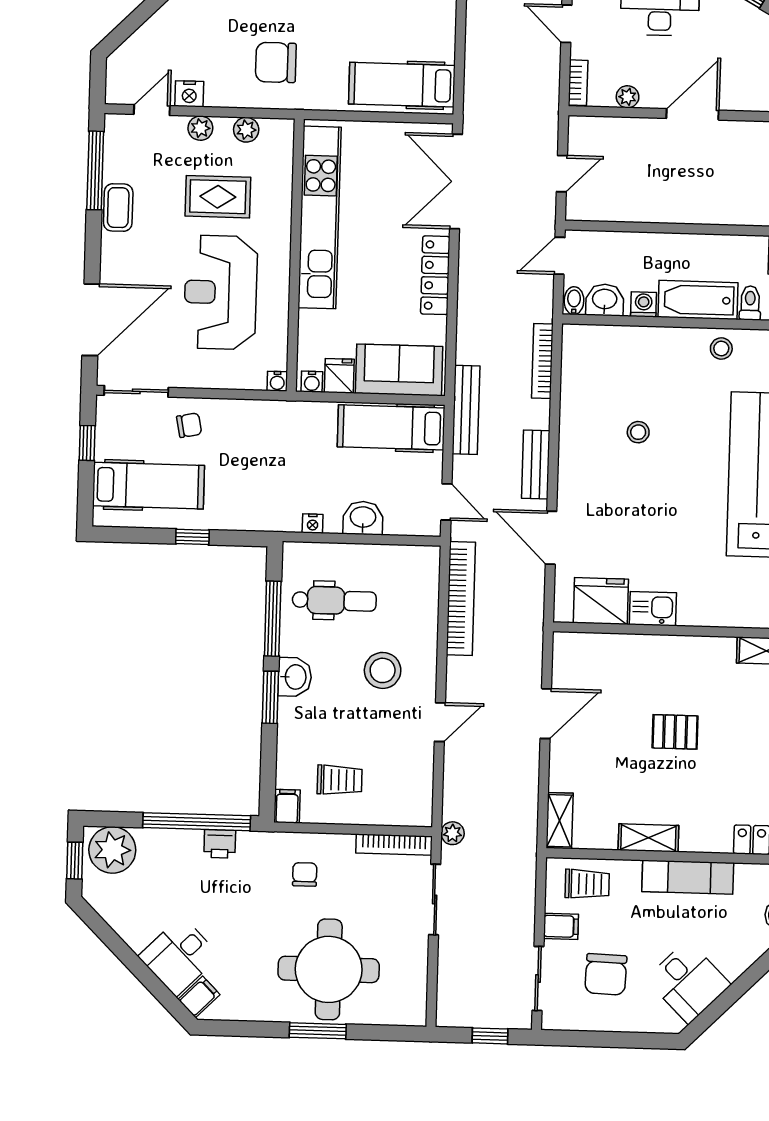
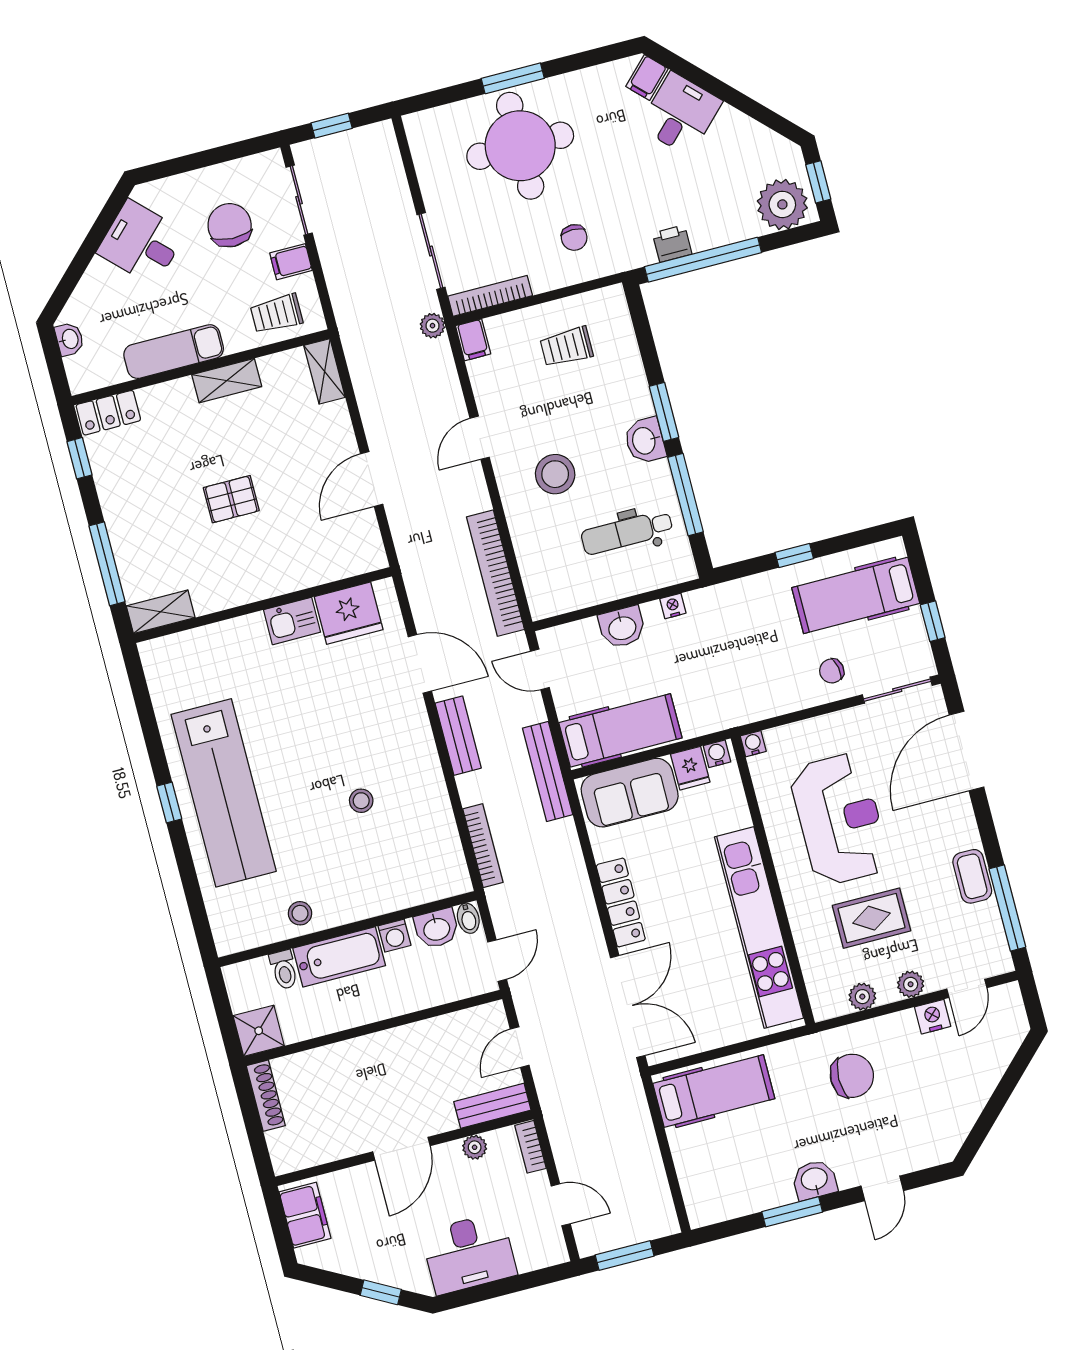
bench: (601, 129) -> (492, 1106), added
filing cabinet: (287, 806) -> (473, 340), moved

